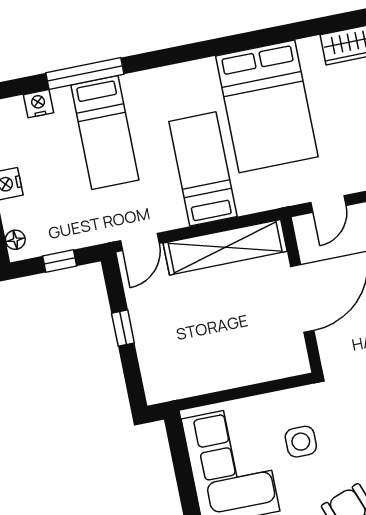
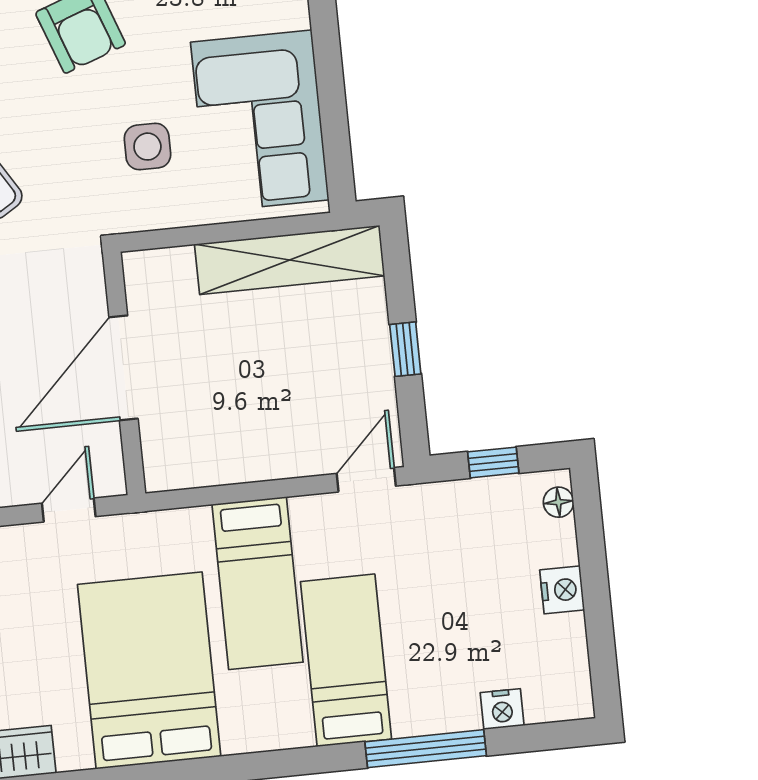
bed: (105, 133) -> (346, 660), moved
shelving: (225, 247) -> (290, 260), moved

